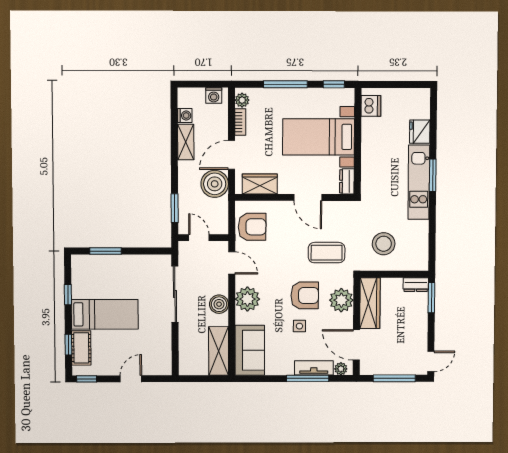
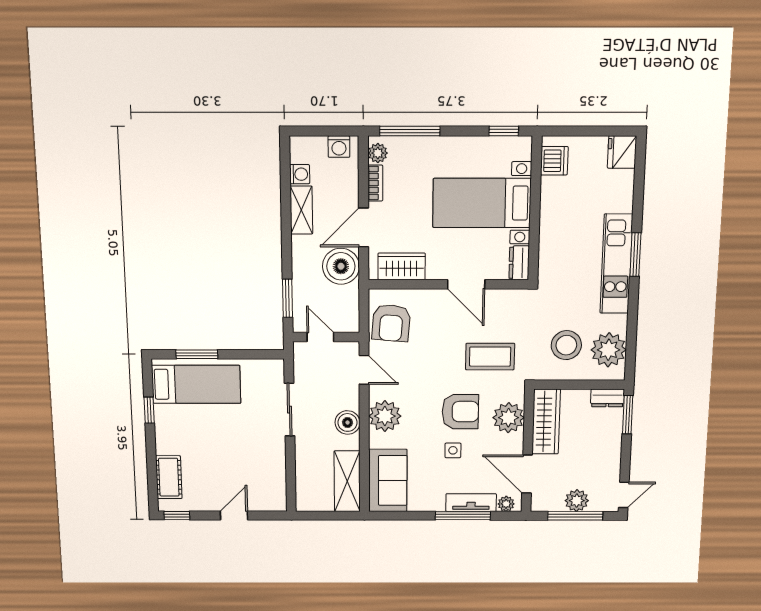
window: (285, 84) -> (410, 131), moved
fridge: (420, 132) -> (622, 152), moved
armchair: (252, 227) -> (391, 323), turned 95
plant: (415, 247) -> (609, 350), added
sliding door: (175, 294) -> (290, 410), width x0.73
bed: (105, 314) -> (196, 384), moved
window: (68, 345) -> (152, 473), removed
plant: (395, 366) -> (577, 501), added

